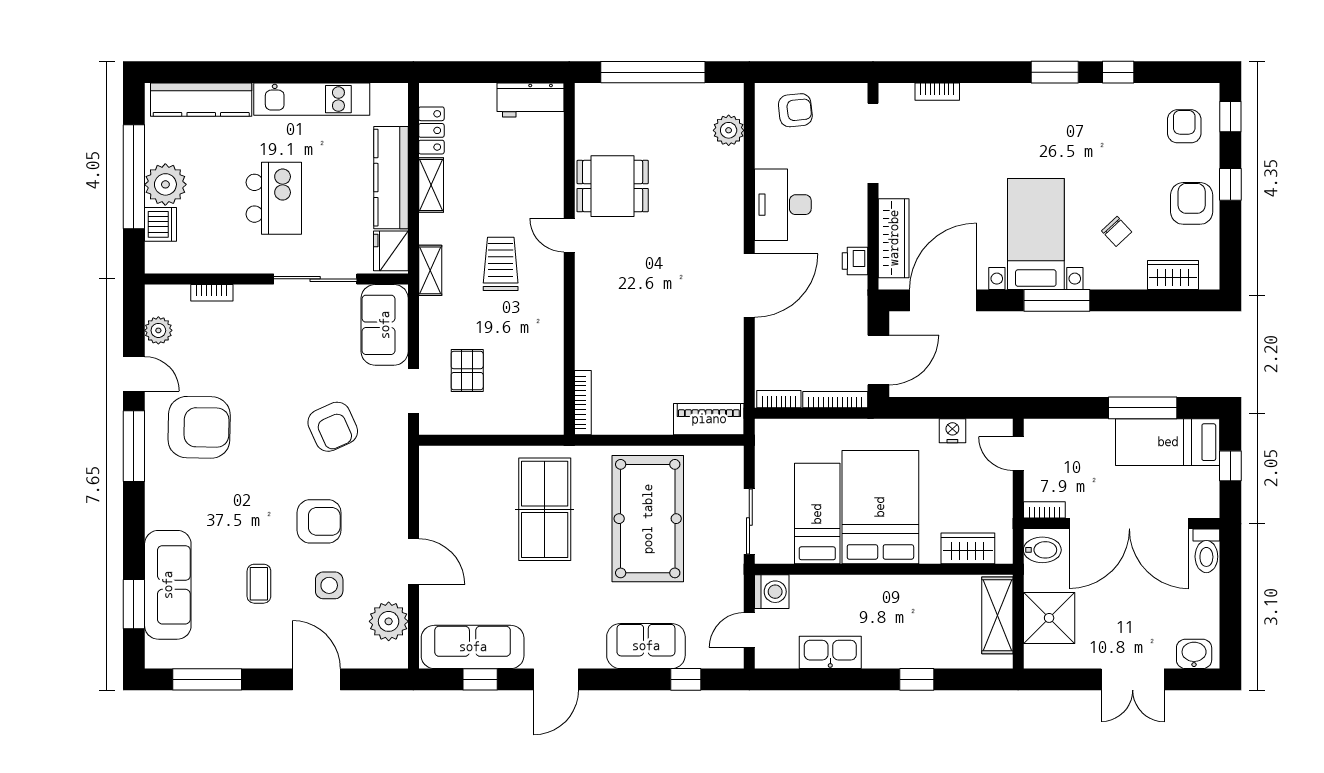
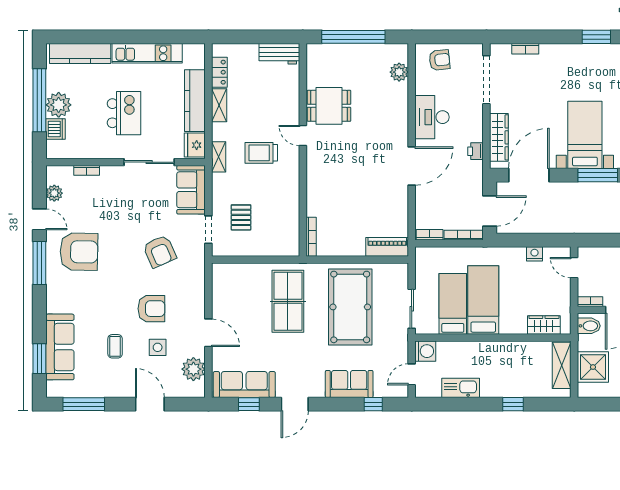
trolley: (501, 264) -> (261, 153), turned -90
bed: (880, 507) -> (483, 300), width x0.67

